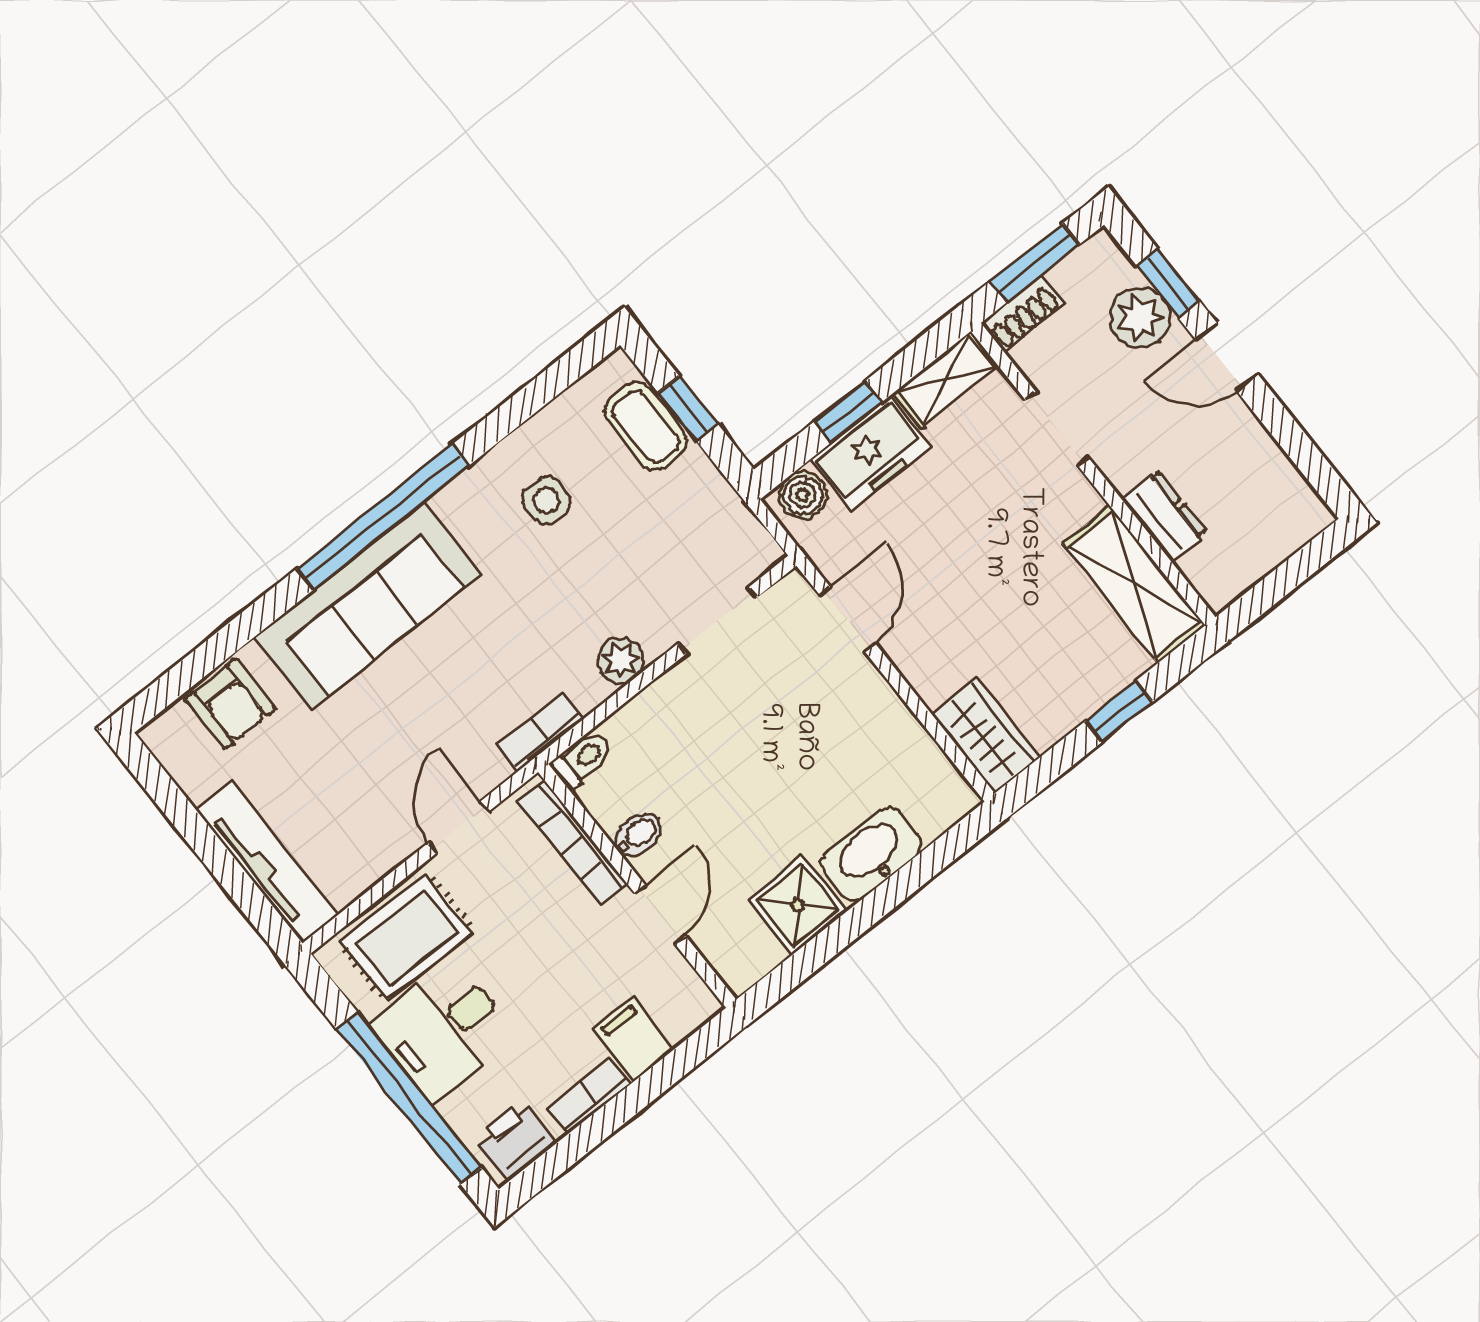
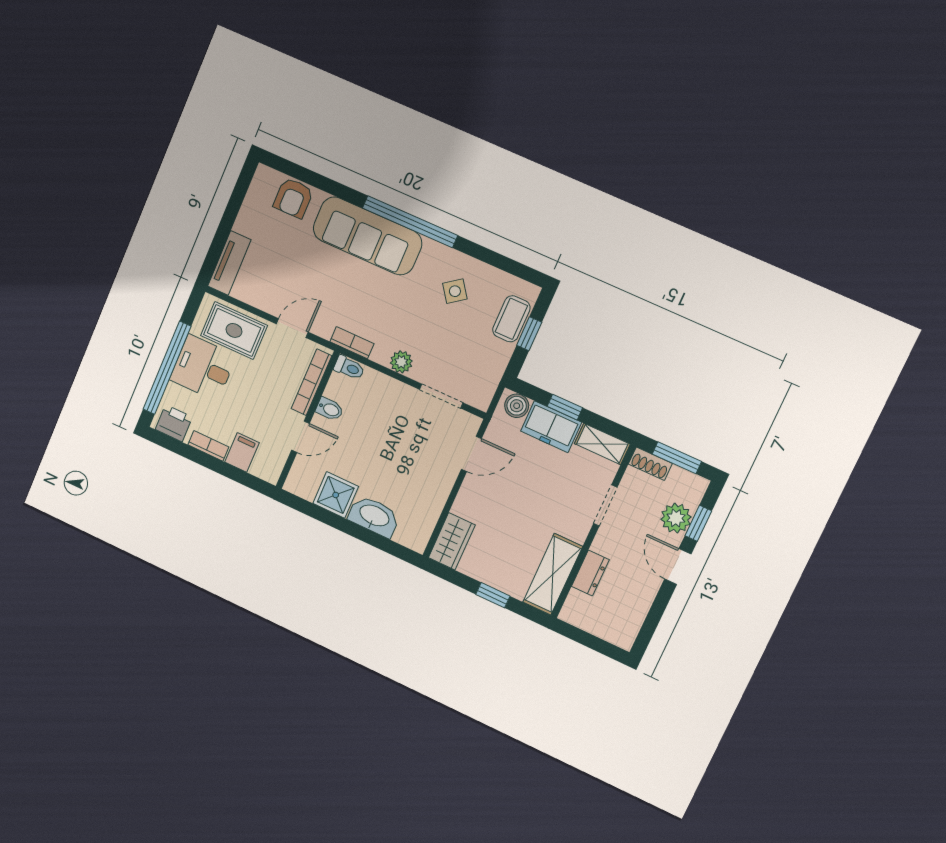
side table: (546, 500) -> (455, 291), turned -36
tv unit: (267, 862) -> (229, 263), width x0.71

